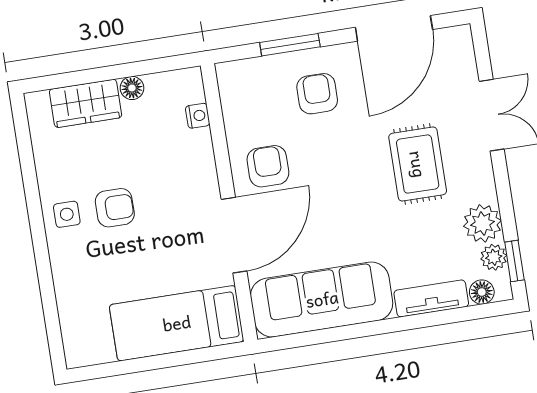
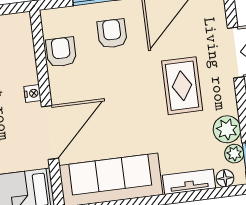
nightstand: (198, 116) -> (33, 93), moved
armchair: (268, 166) -> (61, 52), moved

